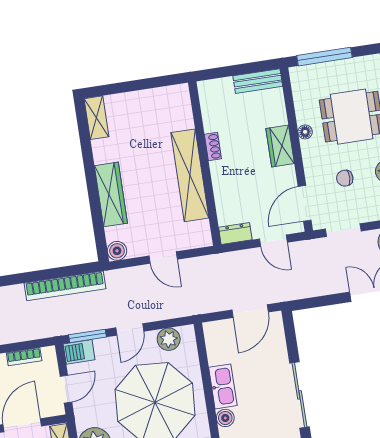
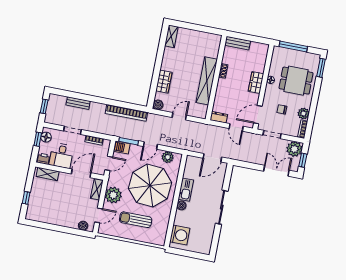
bench: (258, 81) -> (238, 43), moved
wardrobe: (111, 194) -> (164, 82), width x0.67
door: (163, 258) -> (179, 116), swing flipped

